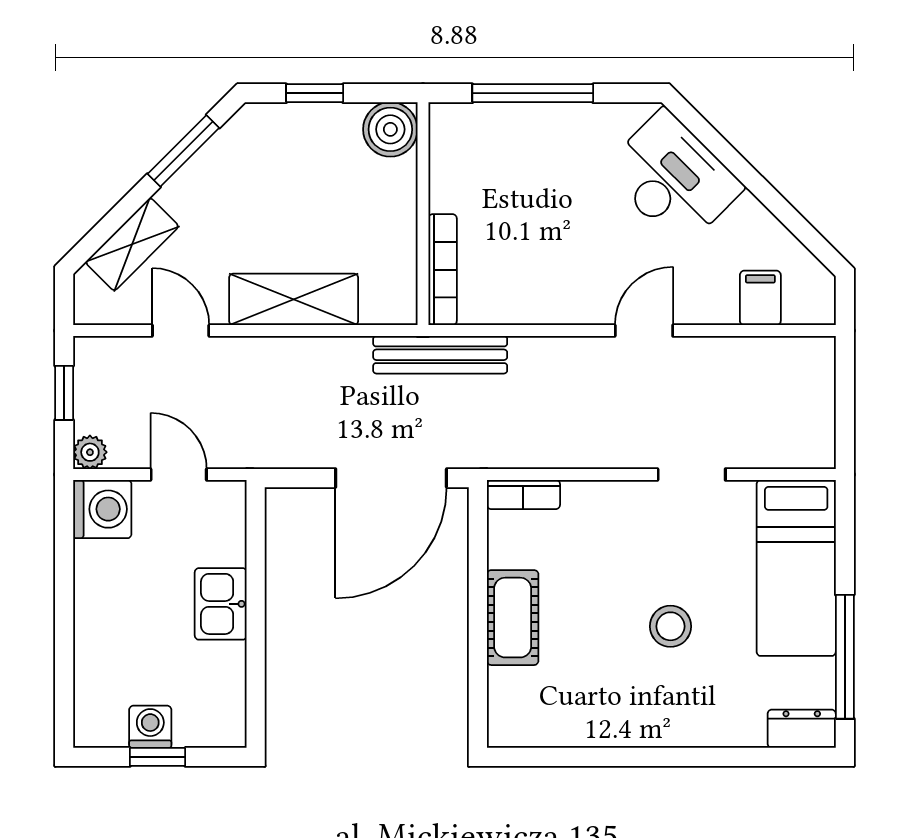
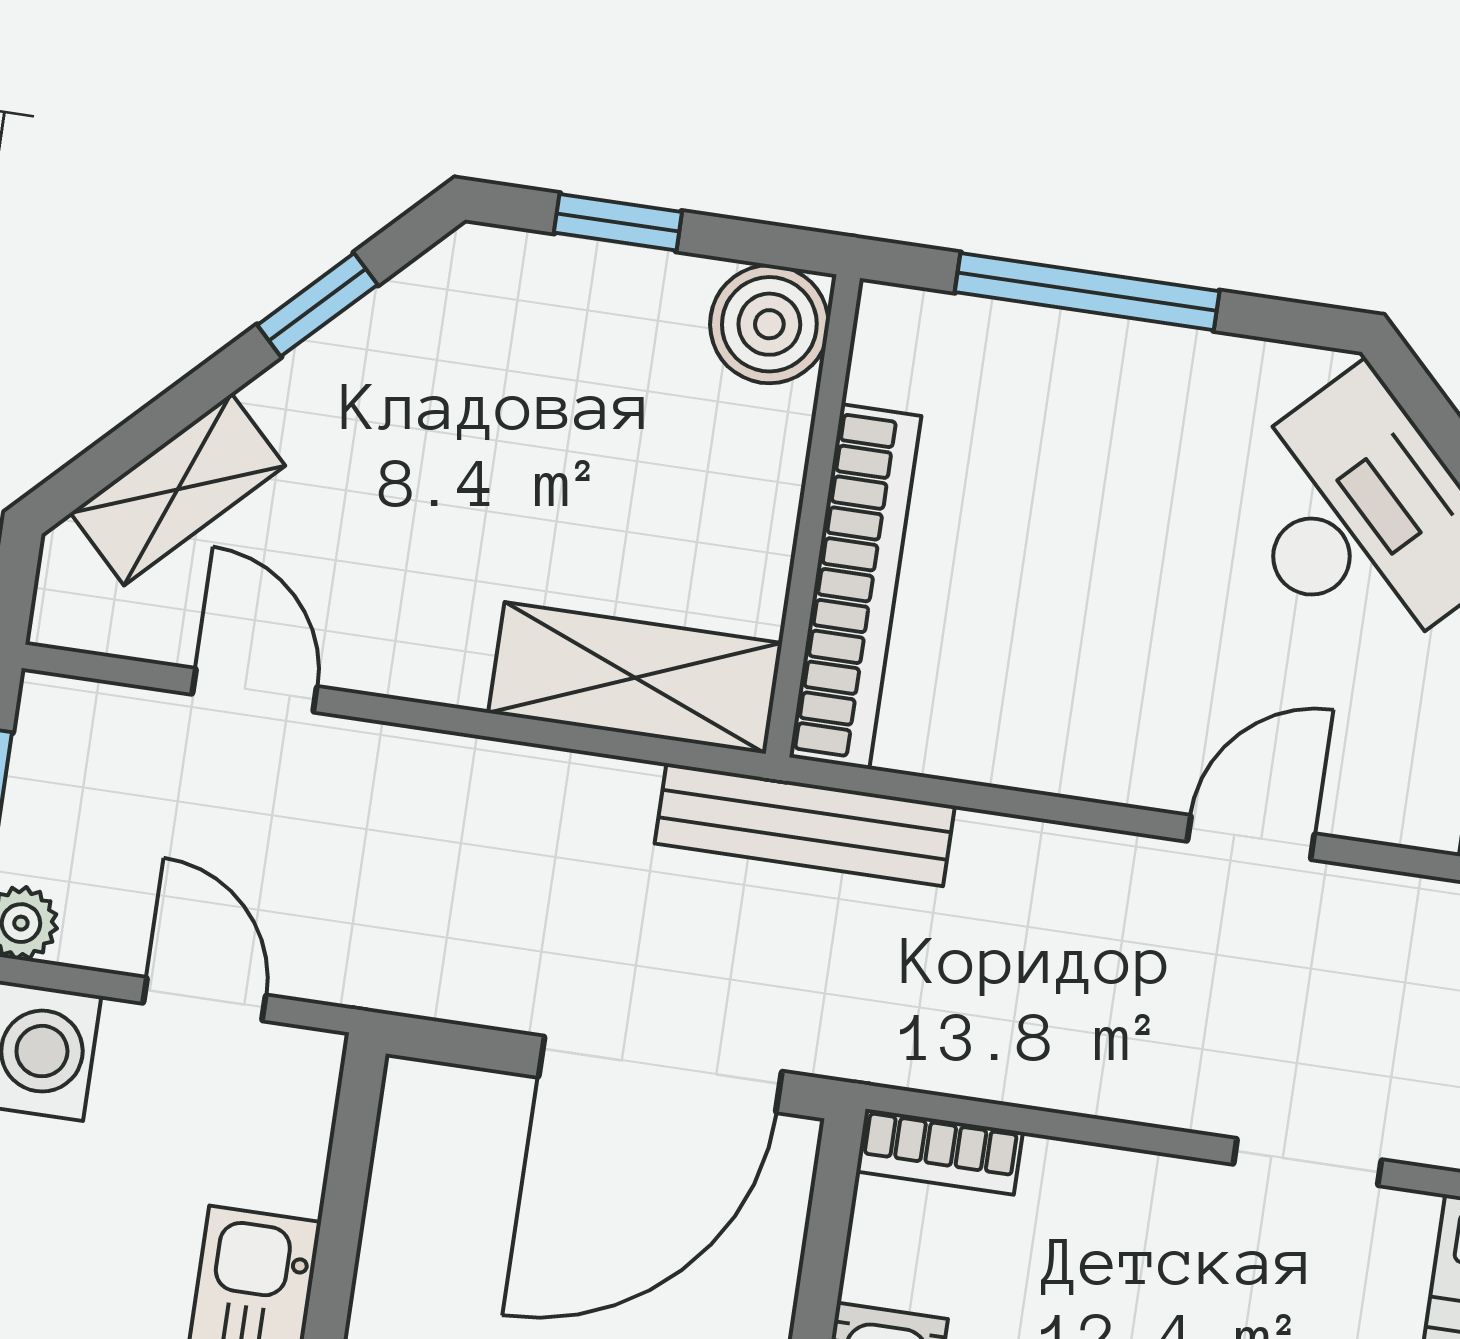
window: (183, 151) -> (317, 305), width x0.67
bookcase: (443, 270) -> (855, 587), width x1.48, depth x1.31
shelving: (294, 299) -> (635, 678), moved

